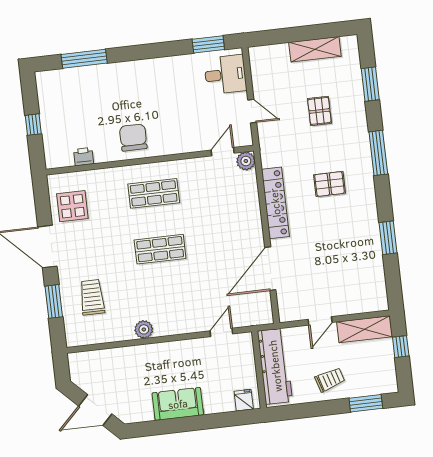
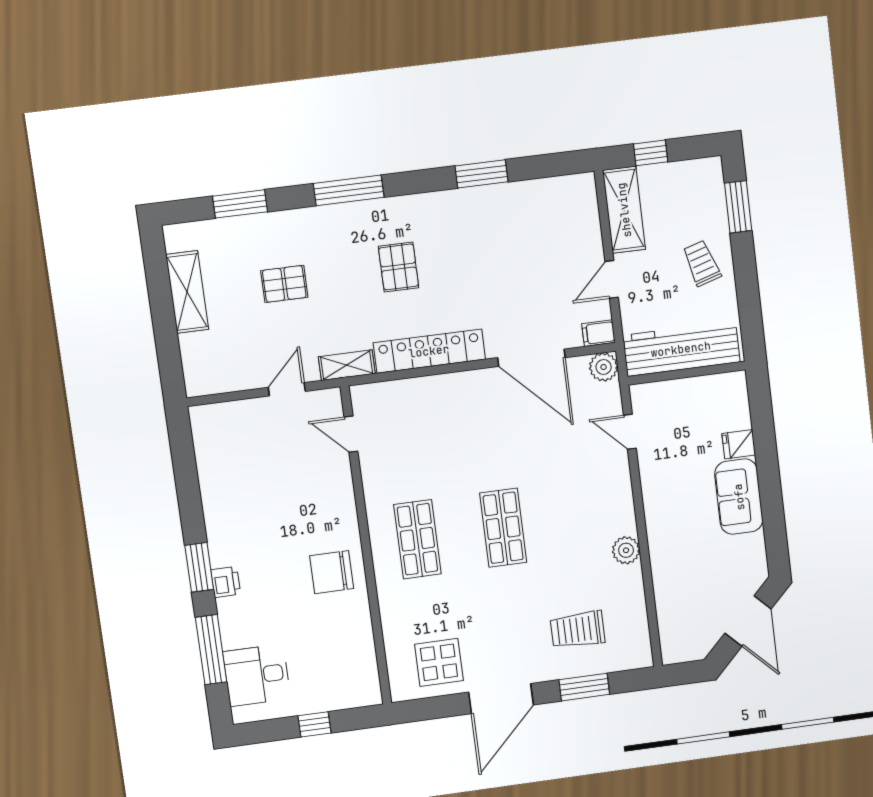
window: (208, 44) -> (199, 567), moved
desk: (225, 75) -> (257, 675), moved, turned -90
shelving: (267, 150) -> (347, 365), added
printer: (84, 157) -> (226, 582), moved, turned 180
plant: (246, 161) -> (604, 367), moved
filing cabinet: (286, 312) -> (598, 333), added
door: (320, 321) -> (612, 279), swing flipped
fridge: (244, 400) -> (739, 444), moved

